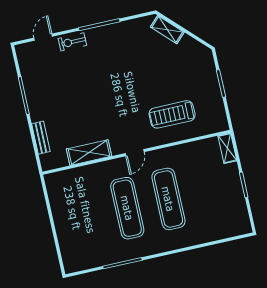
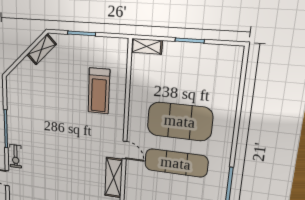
shelving: (167, 30) -> (42, 49), moved
door: (135, 153) -> (125, 150), moved
exercise mat: (168, 199) -> (180, 121), width x1.47

